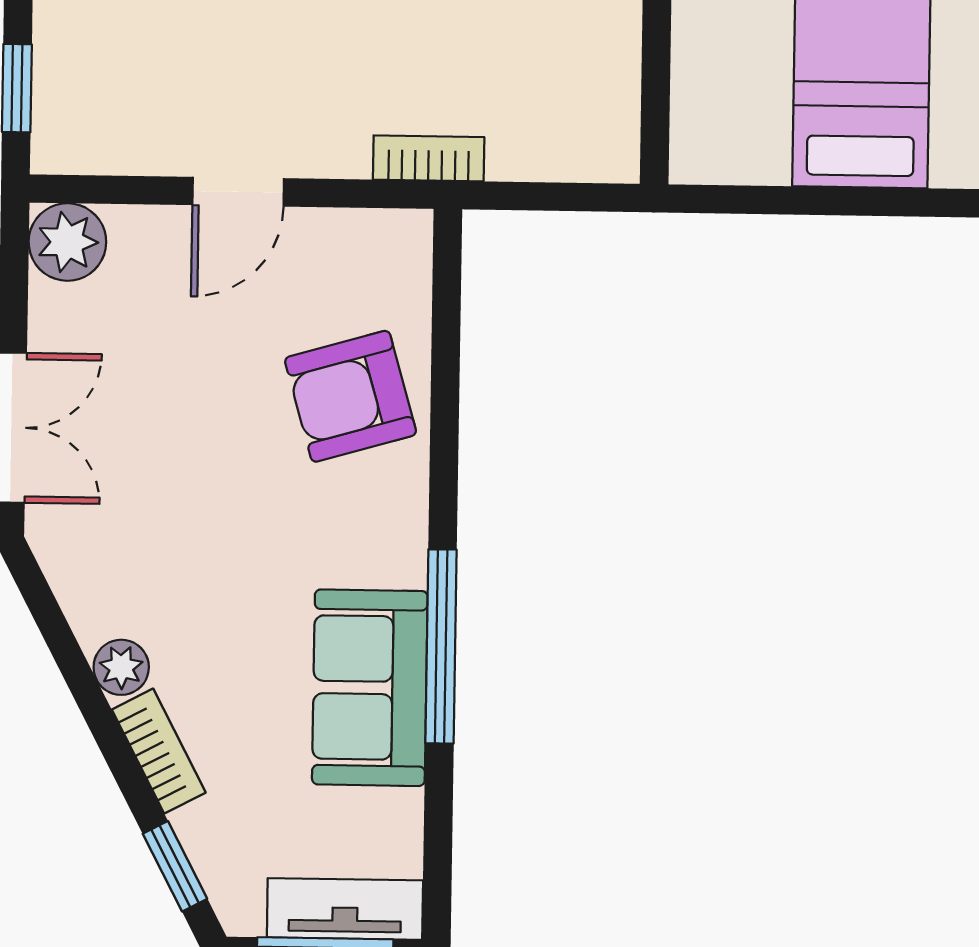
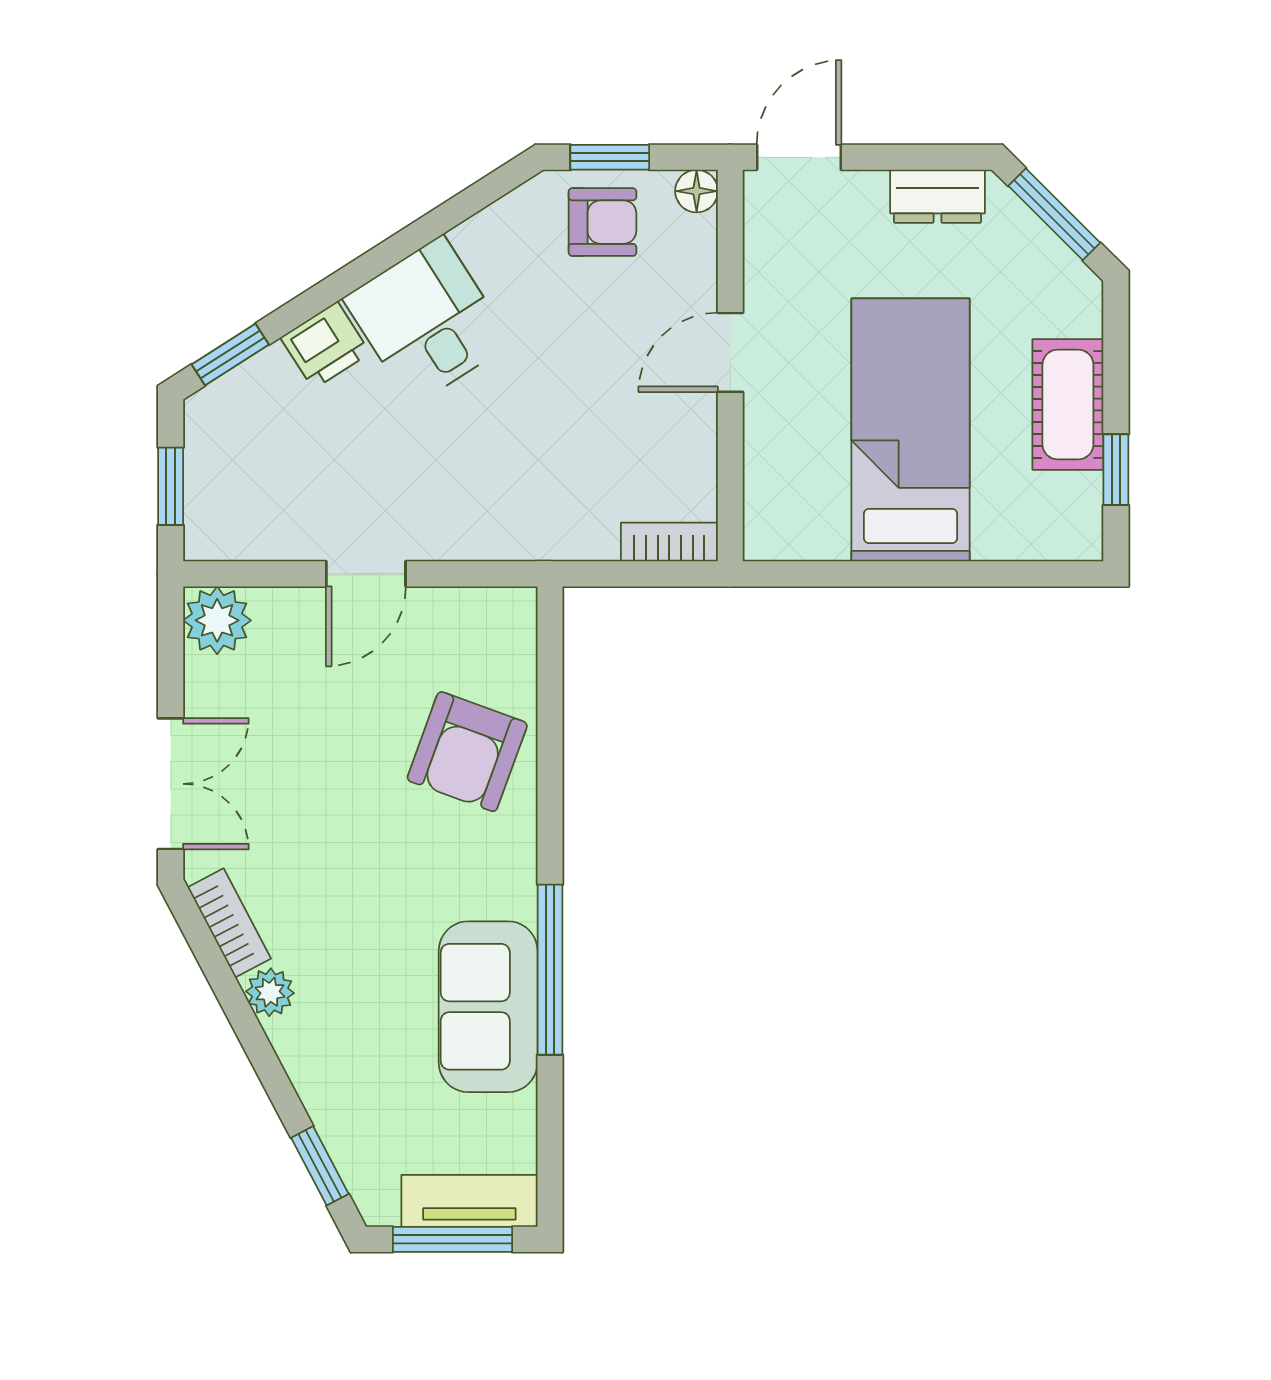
bookcase: (429, 158) -> (669, 542), moved
armchair: (351, 396) -> (467, 752), turned -54
bookcase: (159, 751) -> (229, 923), moved

